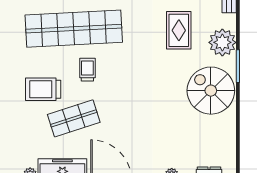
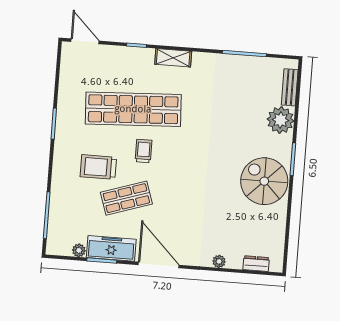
rug: (179, 30) -> (237, 119), removed
plant: (222, 42) -> (281, 120), moved

